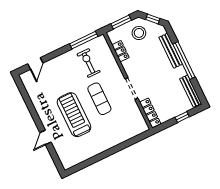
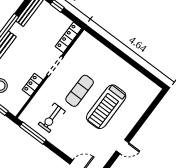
locker: (121, 51) -> (33, 85), moved
door: (45, 137) -> (122, 147), moved

